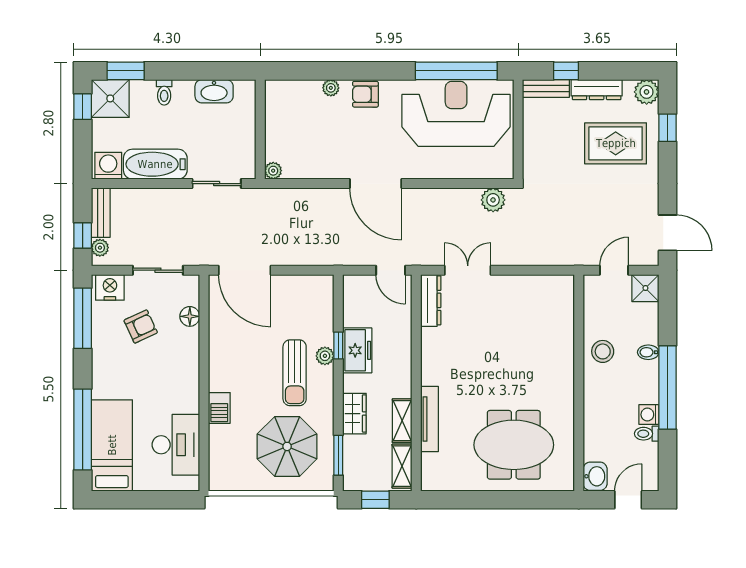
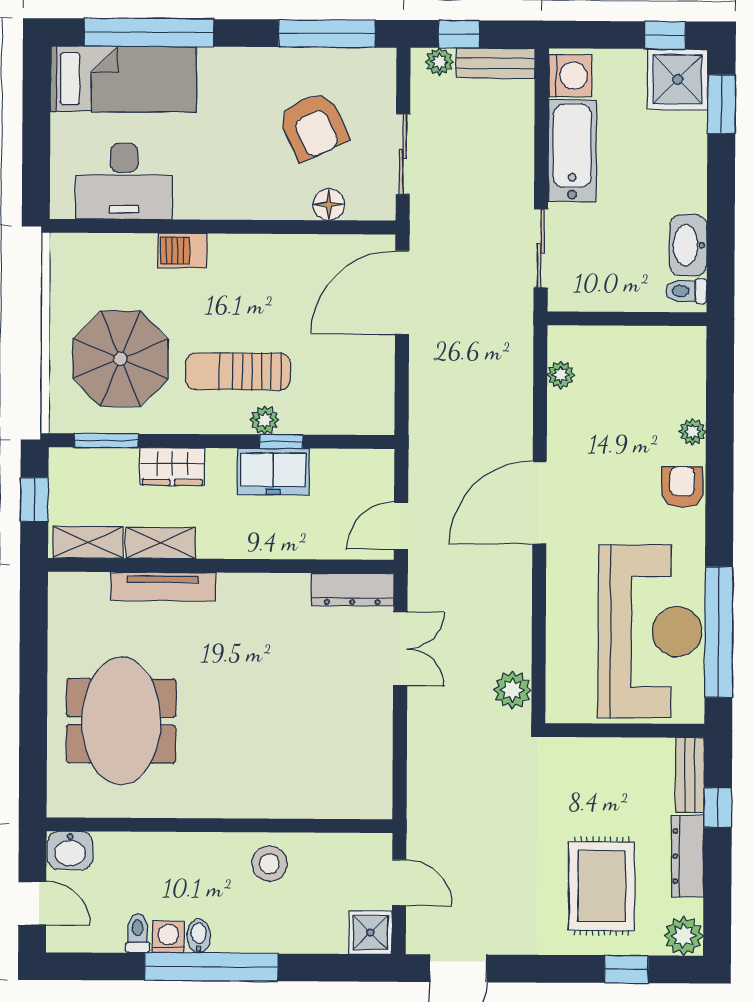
toilet: (164, 92) -> (686, 291), moved
plant: (273, 171) -> (561, 375), moved
nightstand: (110, 287) -> (376, 77), removed
armchair: (141, 326) -> (313, 126), width x1.38, depth x1.38
bidet: (648, 352) -> (199, 936), moved

